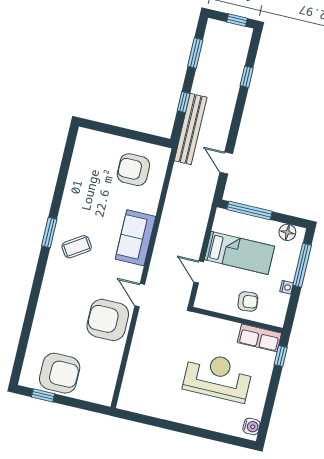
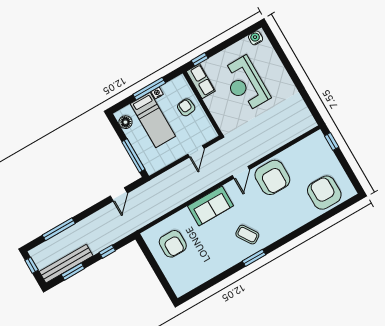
window: (247, 77) -> (59, 229), width x2.17
bench: (191, 129) -> (66, 264), moved
bed: (239, 253) -> (153, 120), moved, turned 180
window: (302, 265) -> (149, 89), moved
armchair: (60, 373) -> (324, 193), moved
window: (43, 395) -> (332, 141), moved

